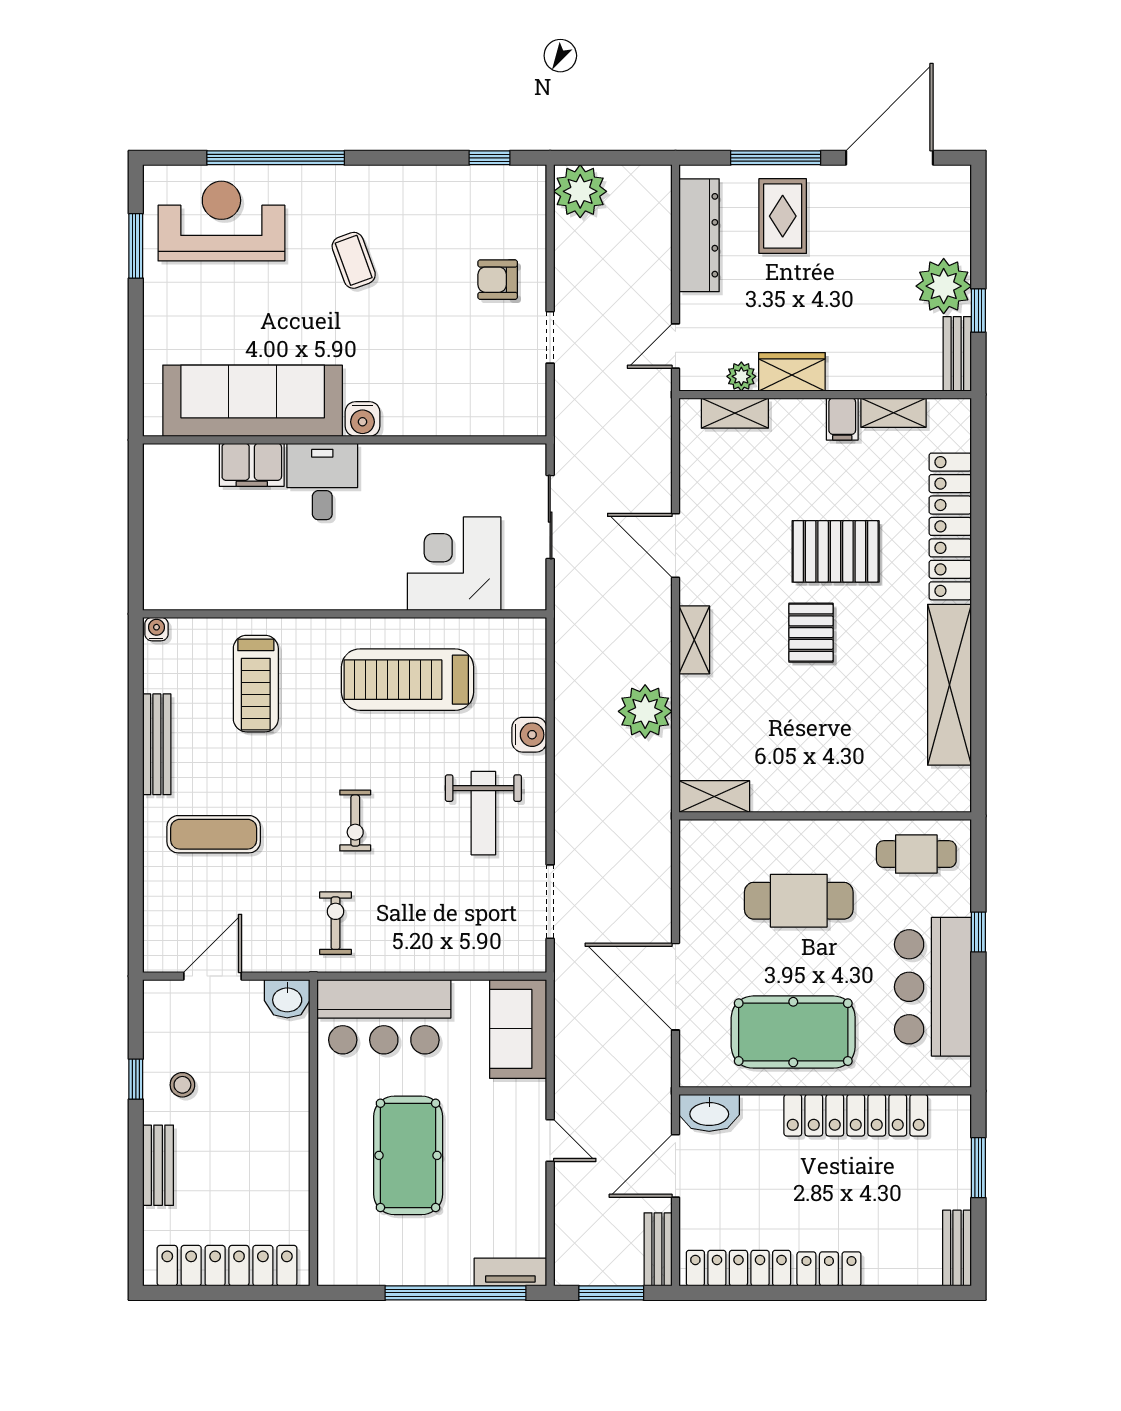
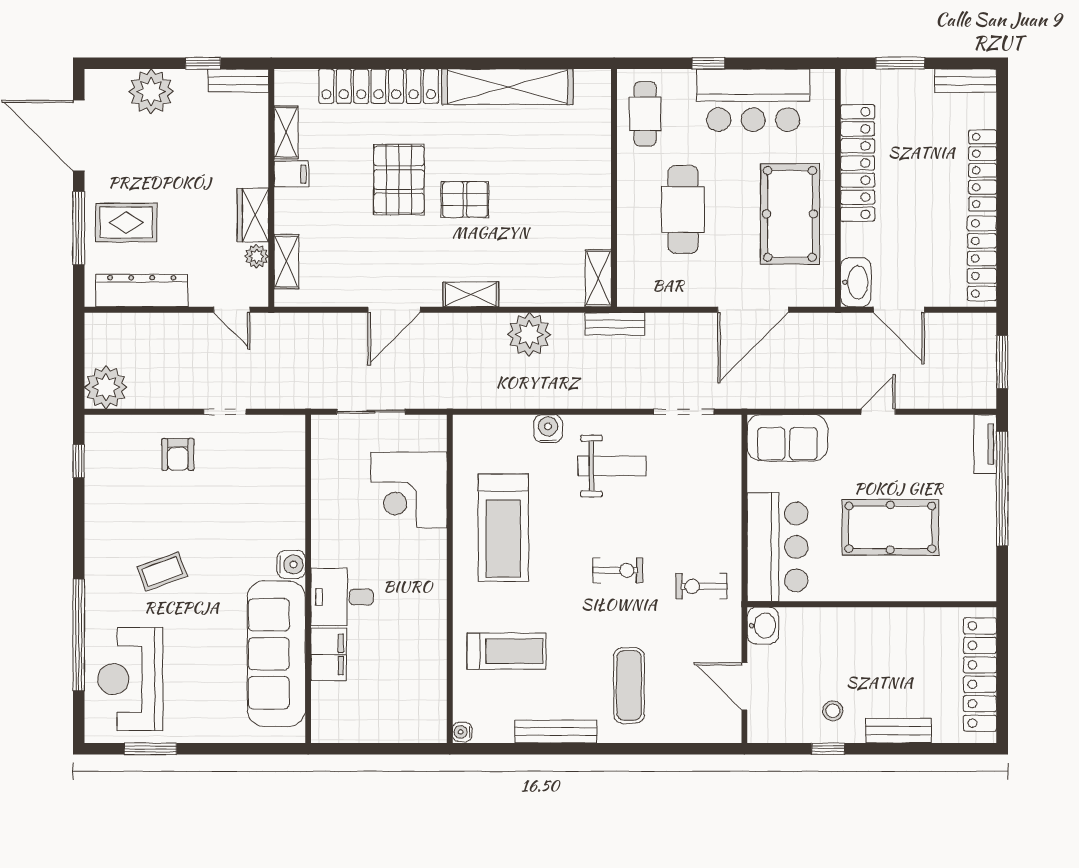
plant: (944, 286) -> (151, 92), moved
bench: (658, 1249) -> (615, 324), moved
locker: (829, 1269) -> (983, 170), width x1.53

